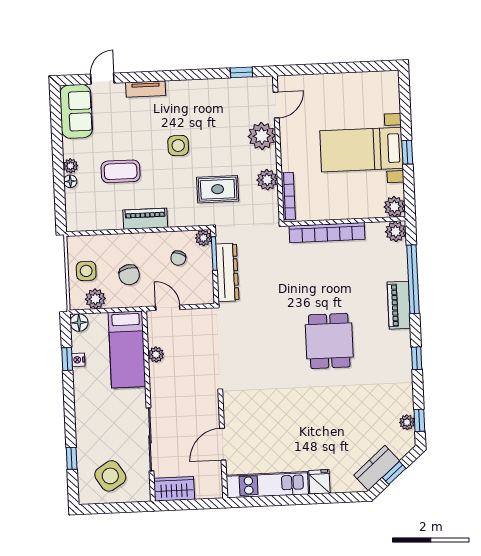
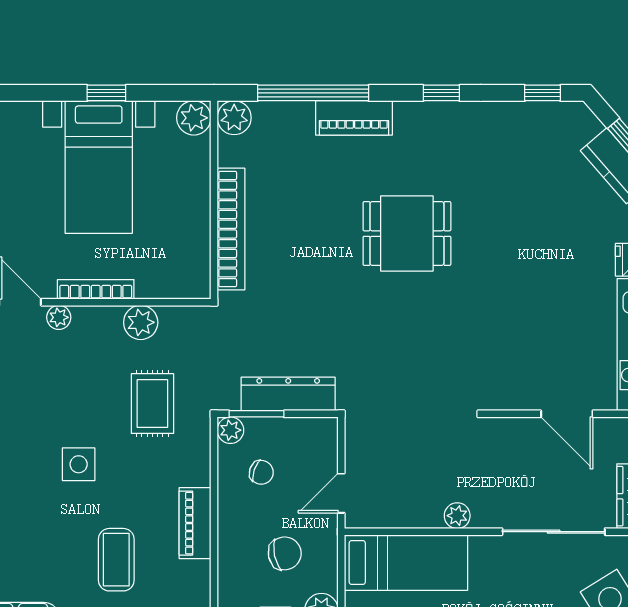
plant: (262, 136) -> (59, 317), width x0.53, depth x0.53
bookcase: (288, 196) -> (96, 289), moved
plant: (156, 355) -> (457, 516), moved
plant: (407, 422) -> (545, 113), removed

